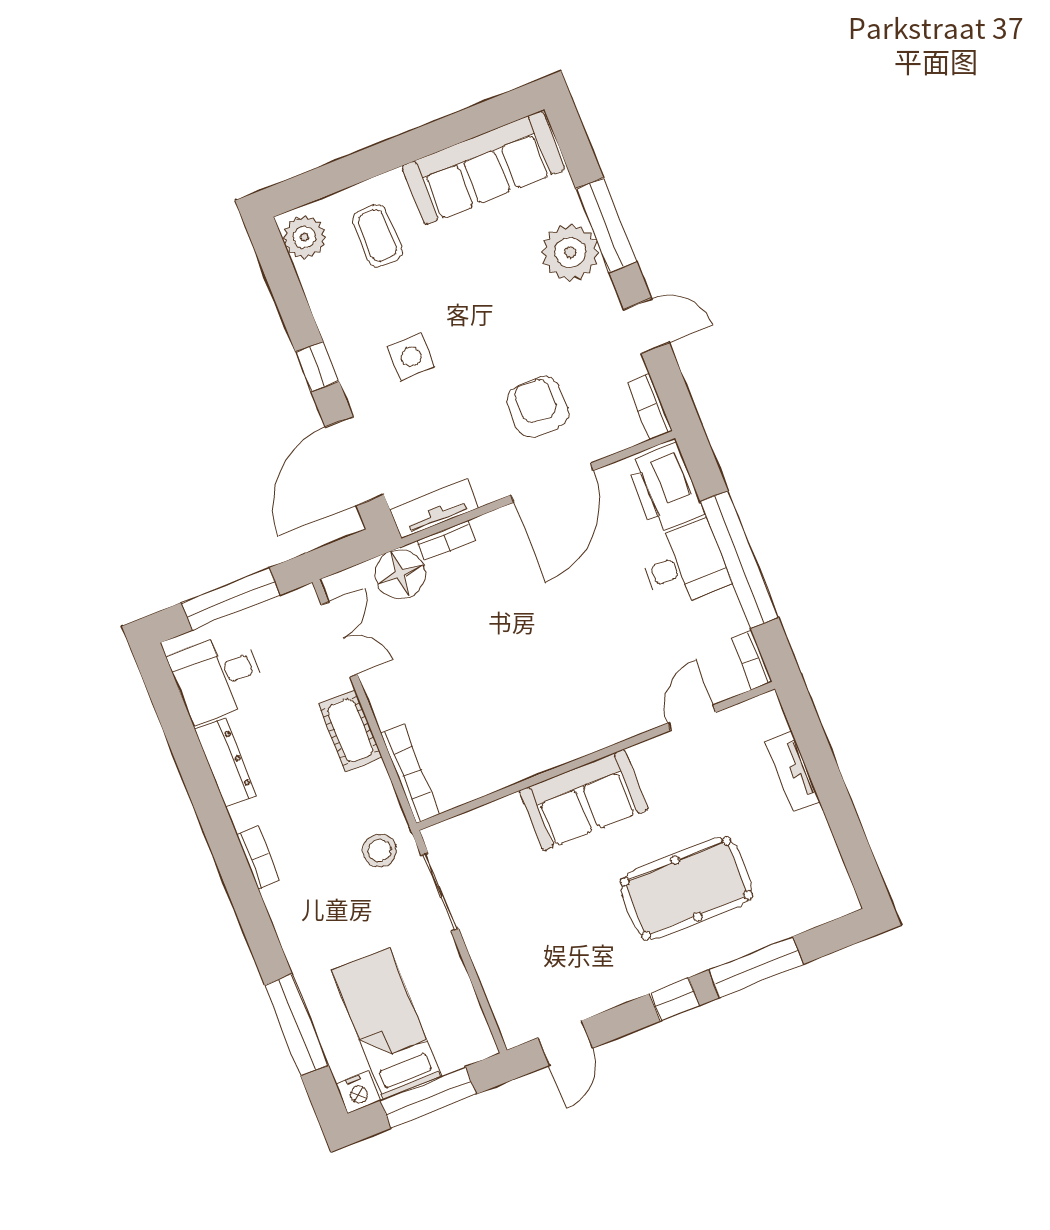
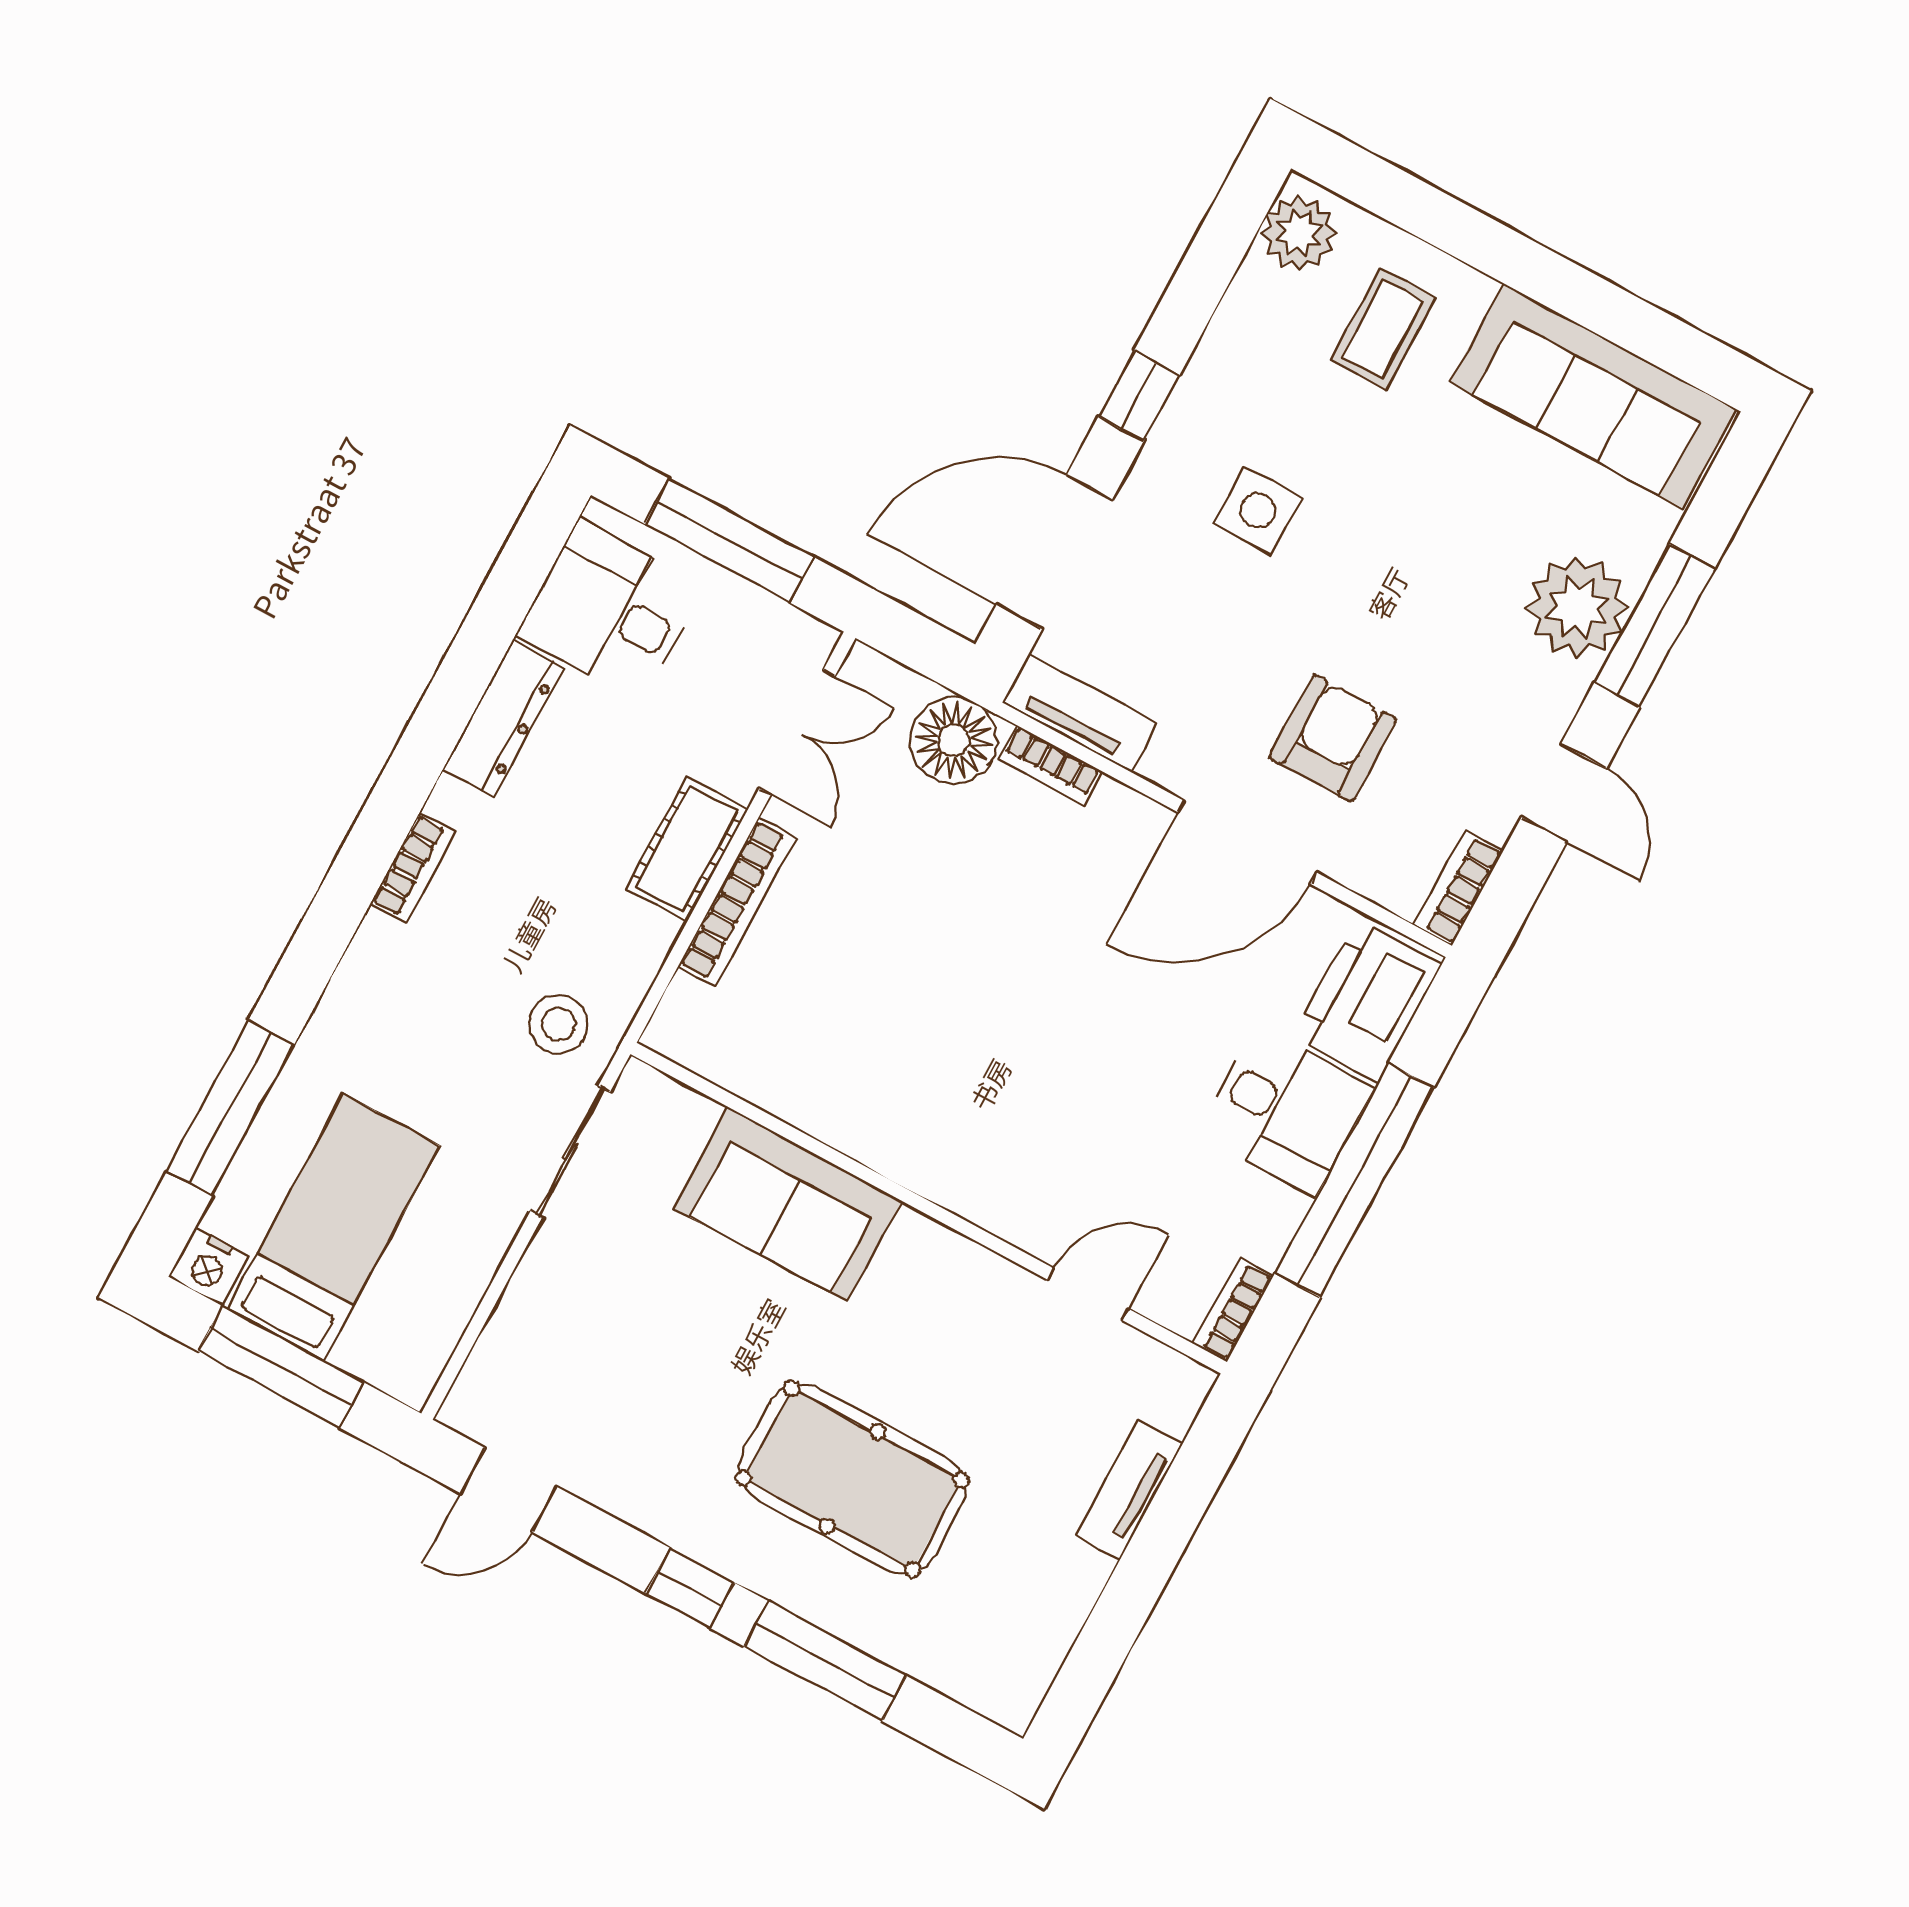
bookcase: (410, 774) -> (737, 902), moved
sofa: (584, 800) -> (787, 1204), moved

